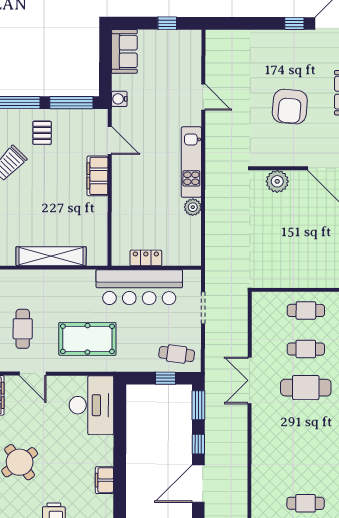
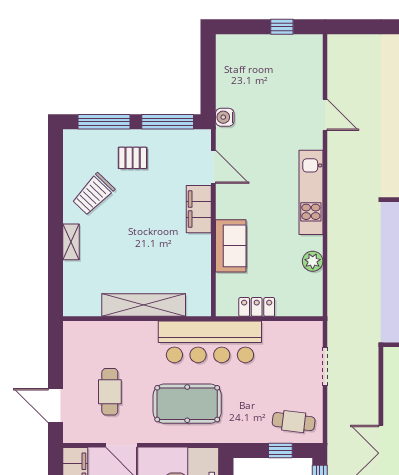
sofa: (124, 51) -> (231, 246), moved
pallet: (42, 133) -> (133, 158), turned 90
plant: (193, 207) -> (313, 261), moved
bar counter: (139, 287) -> (210, 342), moved

